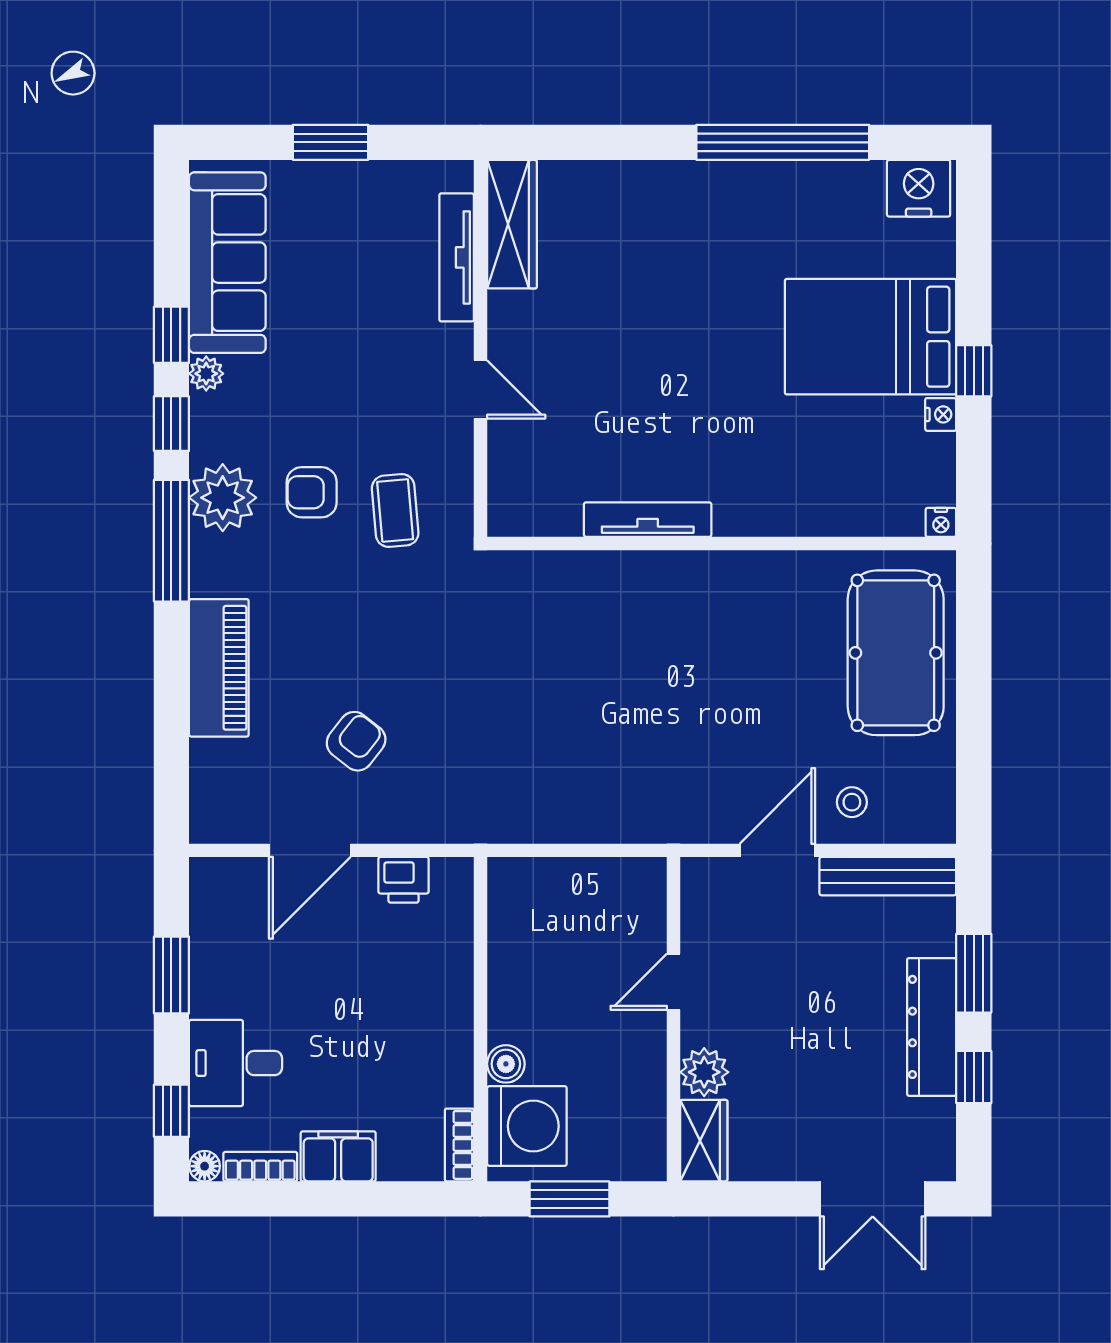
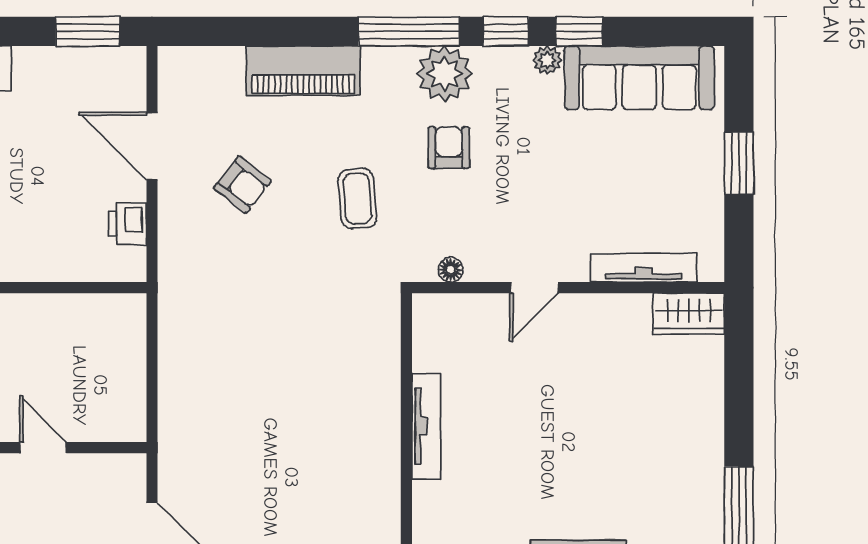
wardrobe: (512, 224) -> (689, 314), width x0.67
floor lamp: (459, 490) -> (451, 270), added
coffee table: (395, 511) -> (357, 199), moved, turned 90
window: (171, 975) -> (88, 31), moved

